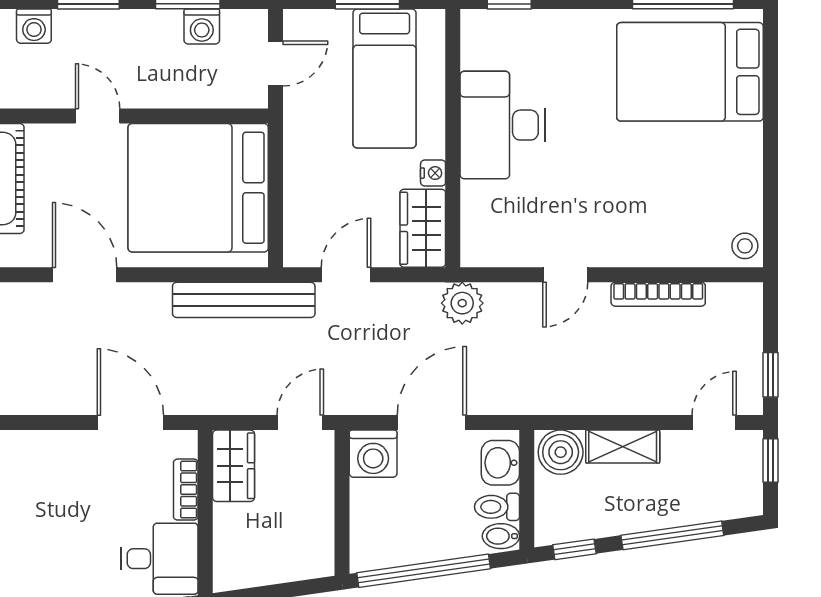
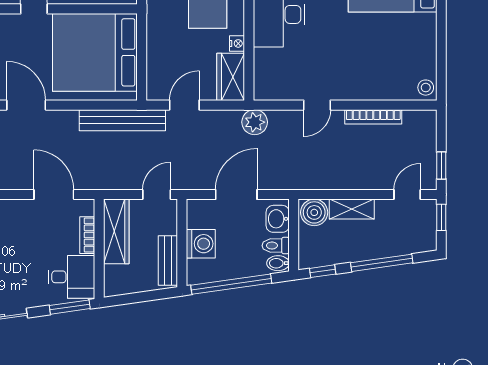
washing machine: (373, 454) -> (201, 244), moved, turned -90
wardrobe: (234, 466) -> (116, 231), width x1.50
bench: (319, 532) -> (168, 260), added

